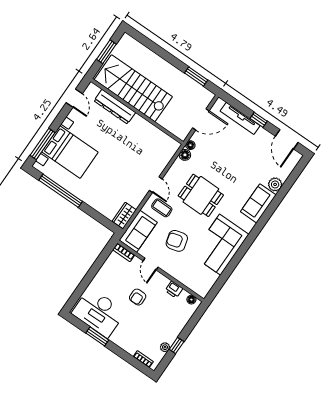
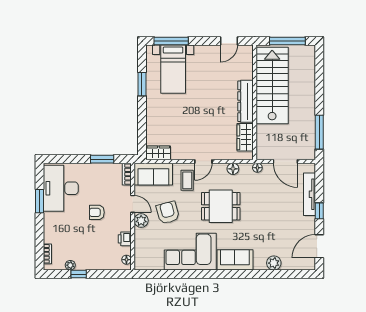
window: (106, 52) -> (287, 41), width x1.44
window: (196, 77) -> (319, 132), width x1.44
dresser: (115, 107) -> (245, 101), moved
wardrobe: (159, 138) -> (245, 137), added
bed with nightstands: (70, 152) -> (173, 69), width x0.73
floor lamp: (185, 155) -> (233, 169), moved
window: (61, 191) -> (142, 84), width x0.47
dining table: (201, 195) -> (221, 206), turned 90
sofa: (258, 203) -> (235, 260), moved
window: (98, 264) -> (102, 159), added
door: (151, 264) -> (133, 204), swing flipped
plant: (168, 266) -> (141, 221), added

